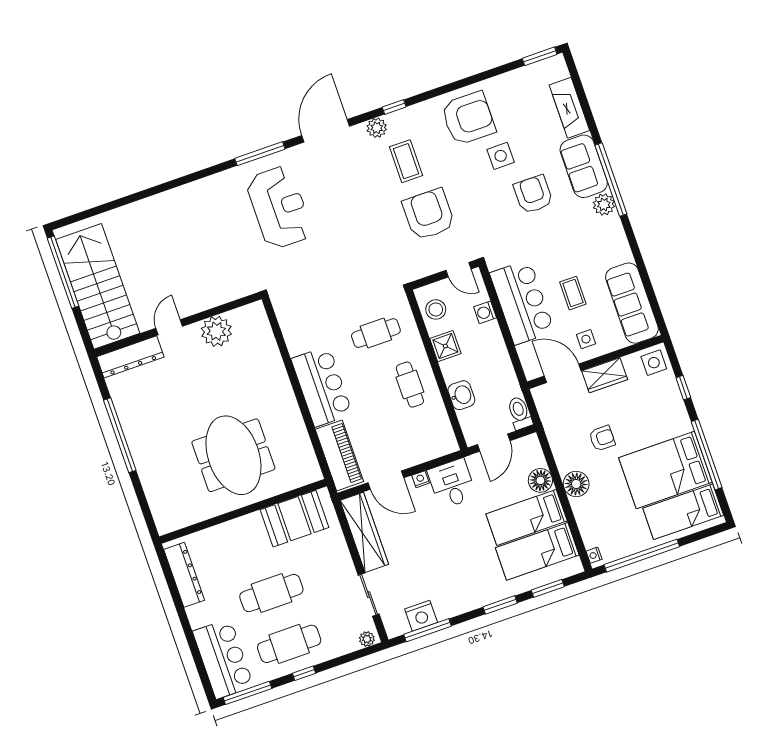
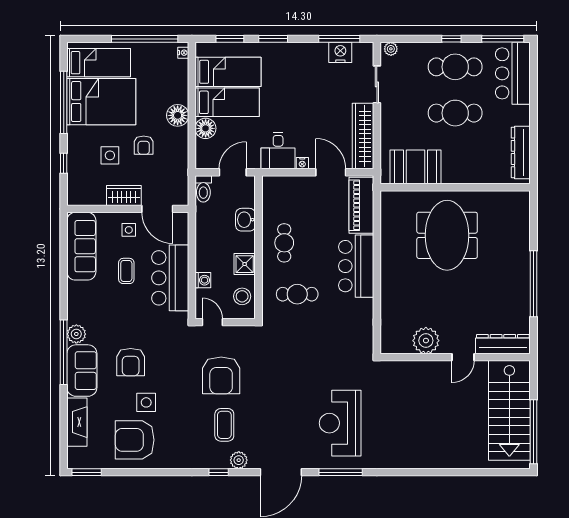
armchair: (468, 118) -> (135, 440), moved
side table: (654, 363) -> (110, 155), moved
armchair: (602, 438) -> (144, 145), turned -90

